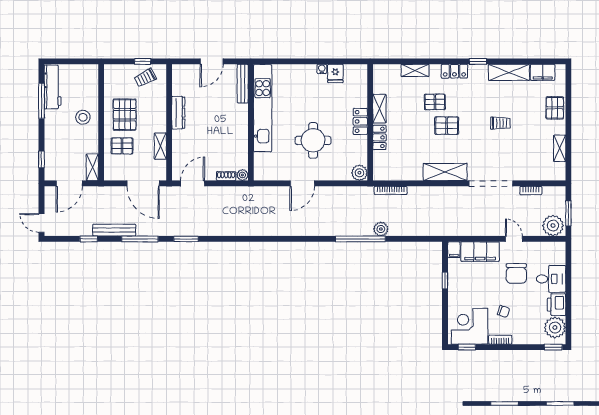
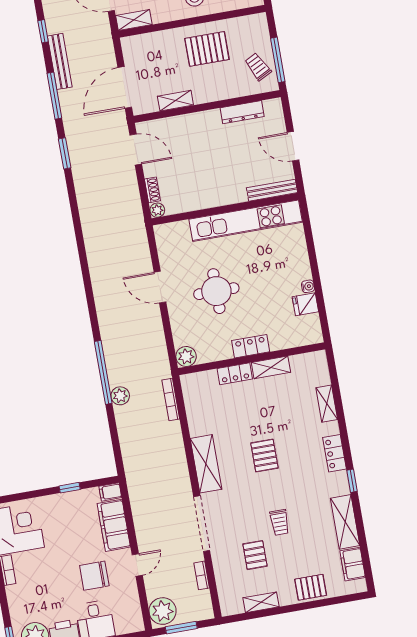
window: (143, 61) -> (278, 60), width x2.17
pallet: (435, 102) -> (255, 555), moved
dresser: (178, 113) -> (242, 112), moved
pallet: (122, 146) -> (167, 53), removed
chair: (504, 311) -> (44, 568), removed

